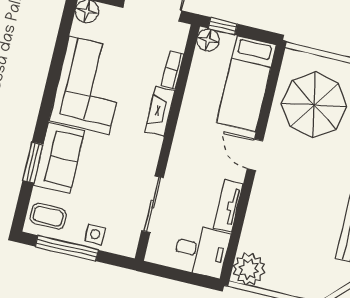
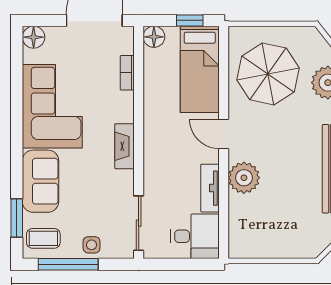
window: (223, 26) -> (190, 20), moved
fireplace: (160, 111) -> (125, 146), moved
window: (33, 162) -> (17, 218), moved
sliding door: (153, 204) -> (139, 223), moved
plant: (249, 269) -> (244, 178), moved

